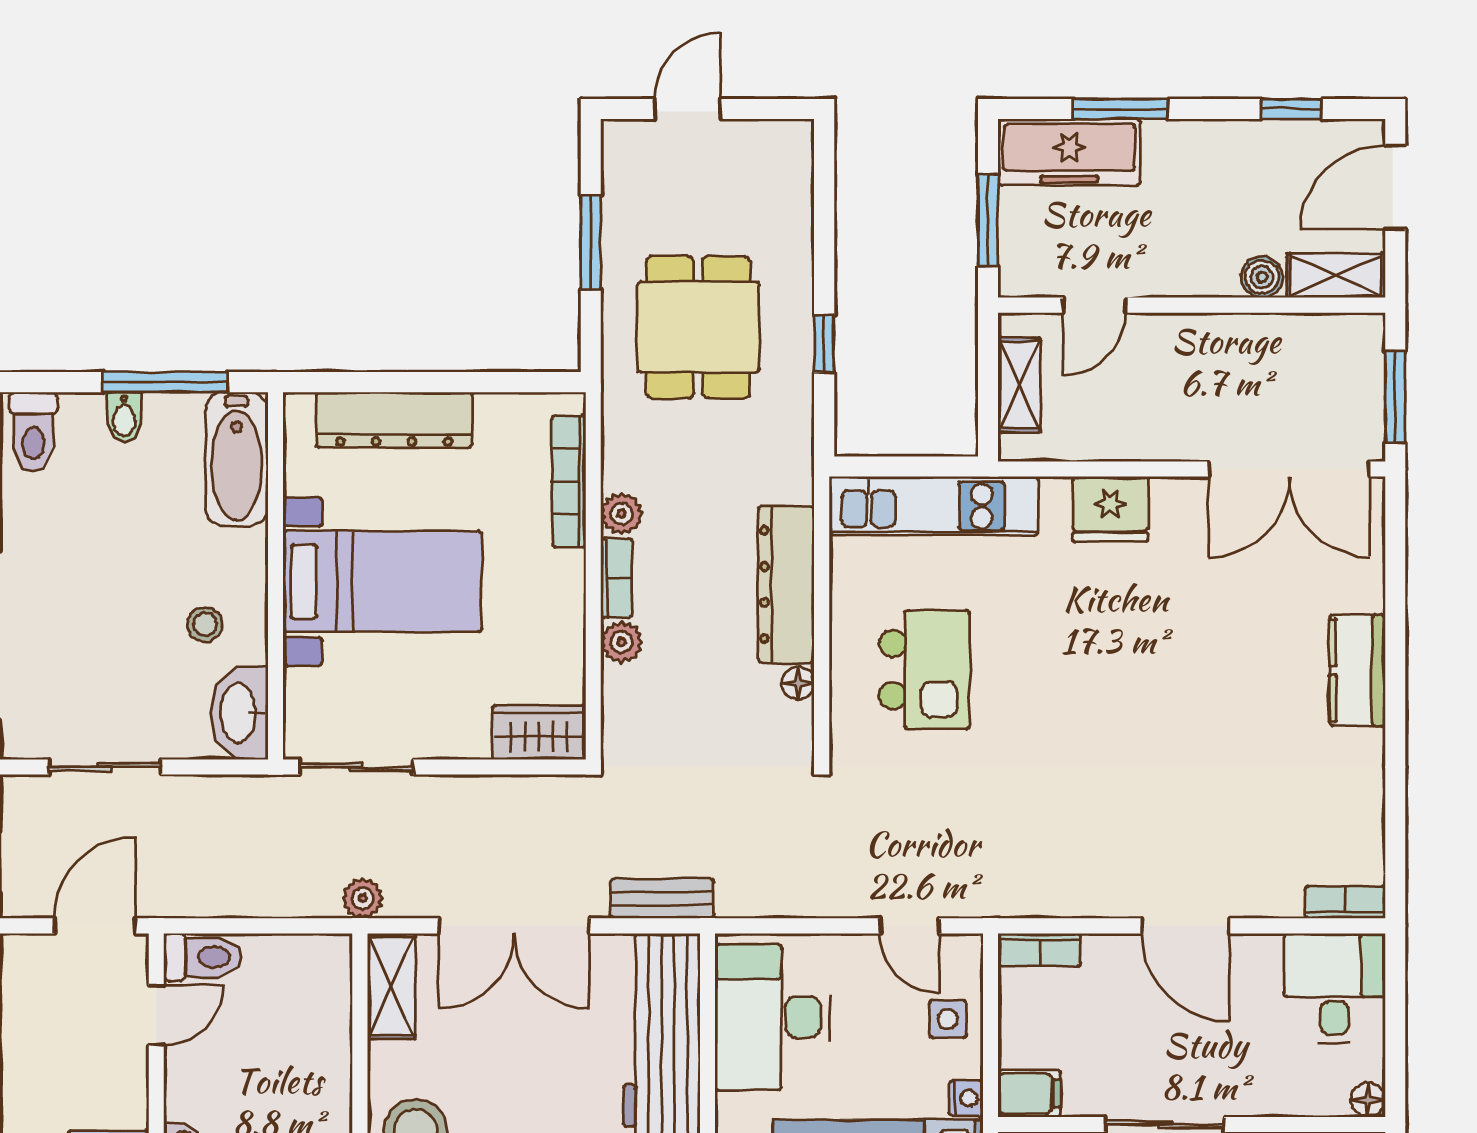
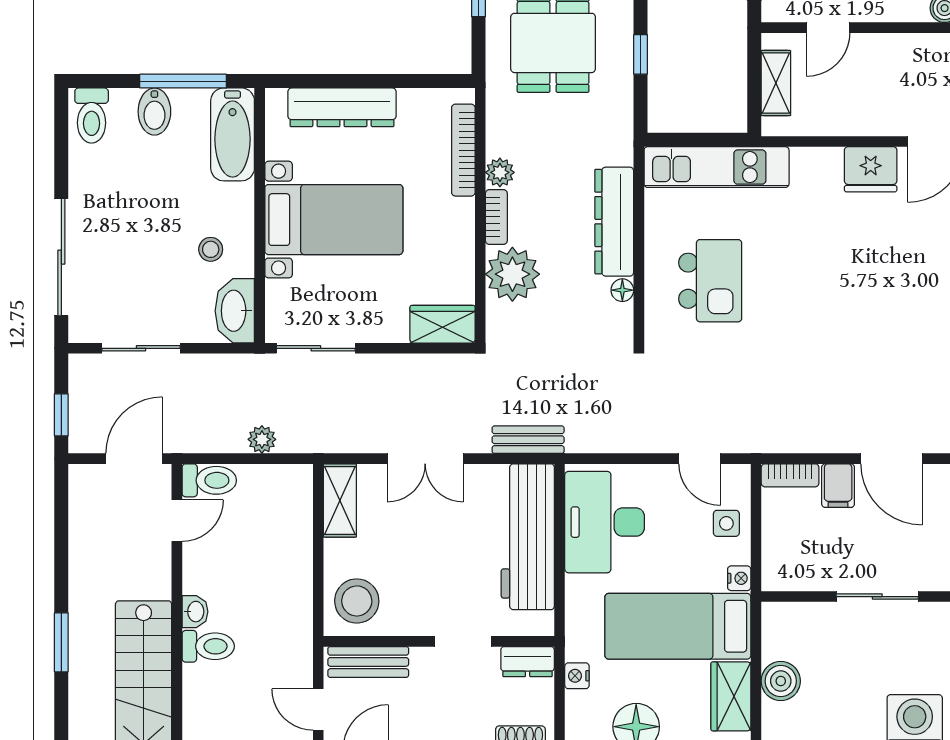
bidet: (124, 417) -> (154, 112), width x1.38, depth x1.36
fridge: (1110, 509) -> (871, 169), moved
plant: (622, 642) -> (512, 274), width x1.88, depth x1.88
plant: (363, 898) -> (262, 439), moved
double door: (514, 926) -> (425, 459), width x0.73
filing cabinet: (1029, 1093) -> (838, 486), moved, turned 90

